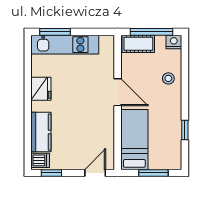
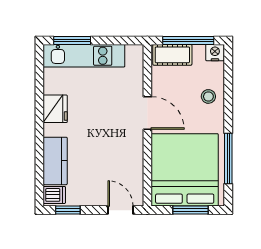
window: (185, 130) -> (228, 159), width x2.17
bed: (134, 140) -> (185, 170), width x2.04
door: (95, 173) -> (120, 210), hinge flipped

